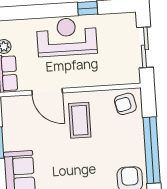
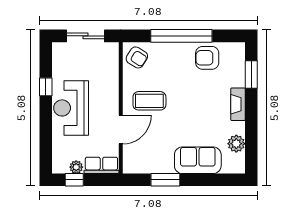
armchair: (125, 104) -> (137, 57), turned -45

